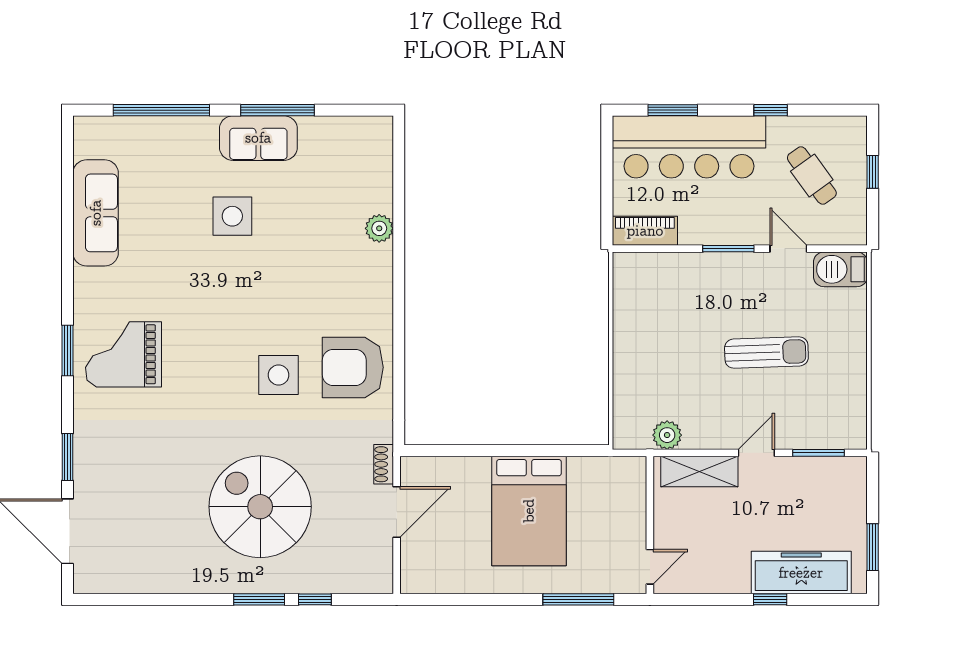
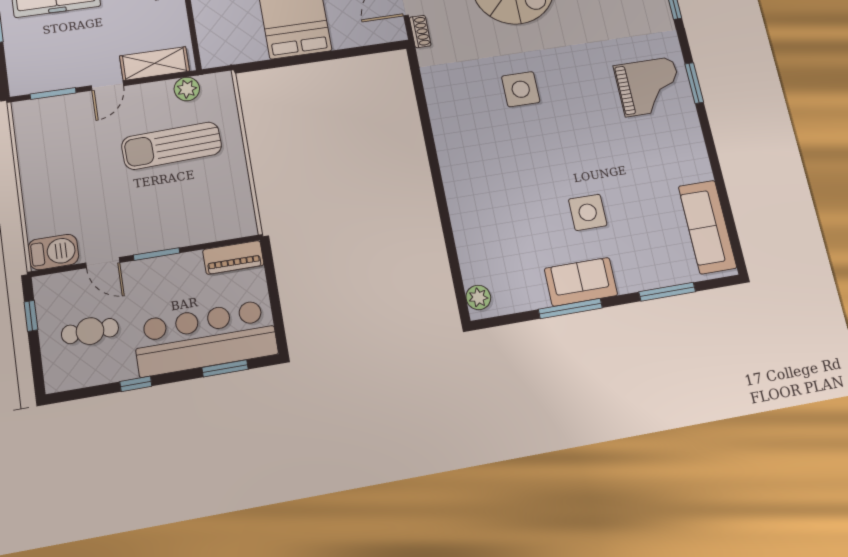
window: (161, 110) -> (667, 292), width x0.68
window: (873, 172) -> (31, 316), moved
cafe table: (812, 176) -> (90, 331), turned -54
sofa: (96, 213) -> (707, 227), moved
plant: (379, 228) -> (478, 297), moved
sun lounger: (766, 352) -> (172, 146), moved, width x1.36, depth x1.34
armchair: (353, 367) -> (461, 104), removed

